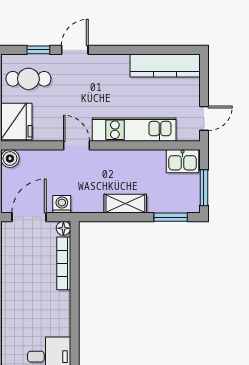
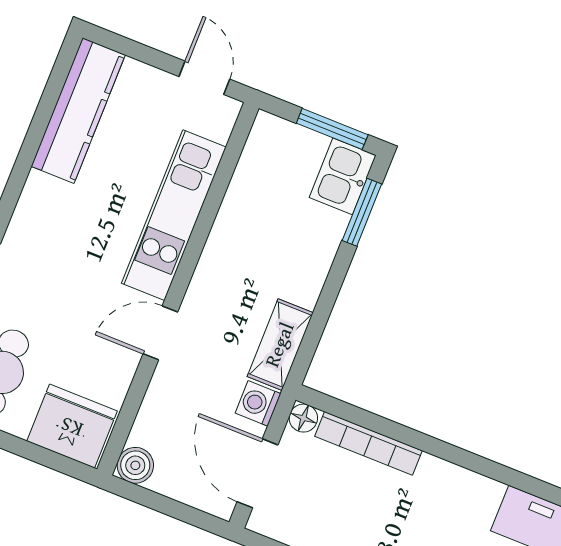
kitchen sink: (183, 161) -> (343, 176), moved, turned 180
shelving: (125, 204) -> (280, 345), moved

